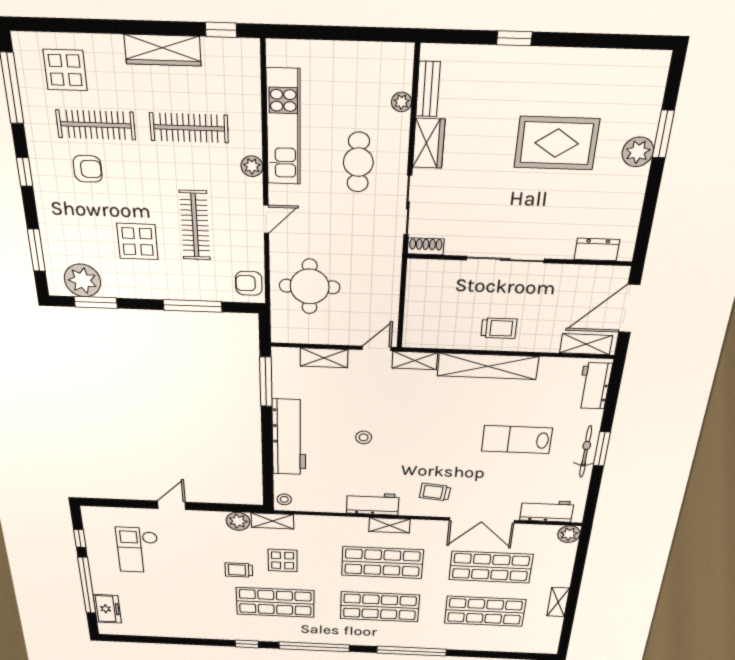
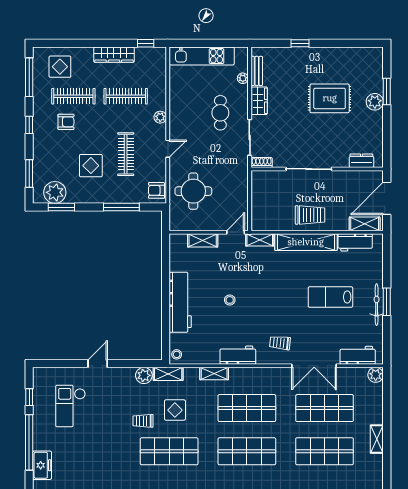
kitchen unit: (283, 127) -> (202, 56), moved, turned 90
trolley: (499, 328) -> (310, 215), width x1.36, depth x1.39
window: (266, 382) -> (166, 260), removed
workbench: (594, 386) -> (355, 242), moved, turned -90
shelving: (389, 525) -> (214, 374), moved

